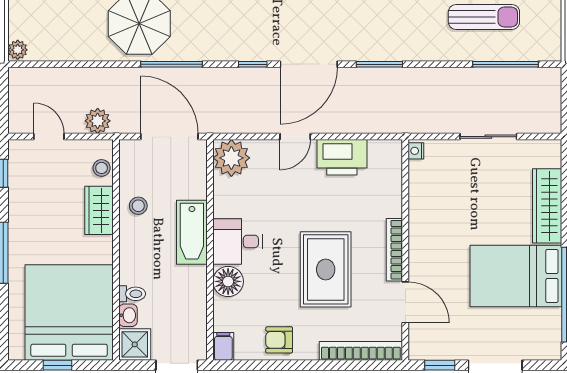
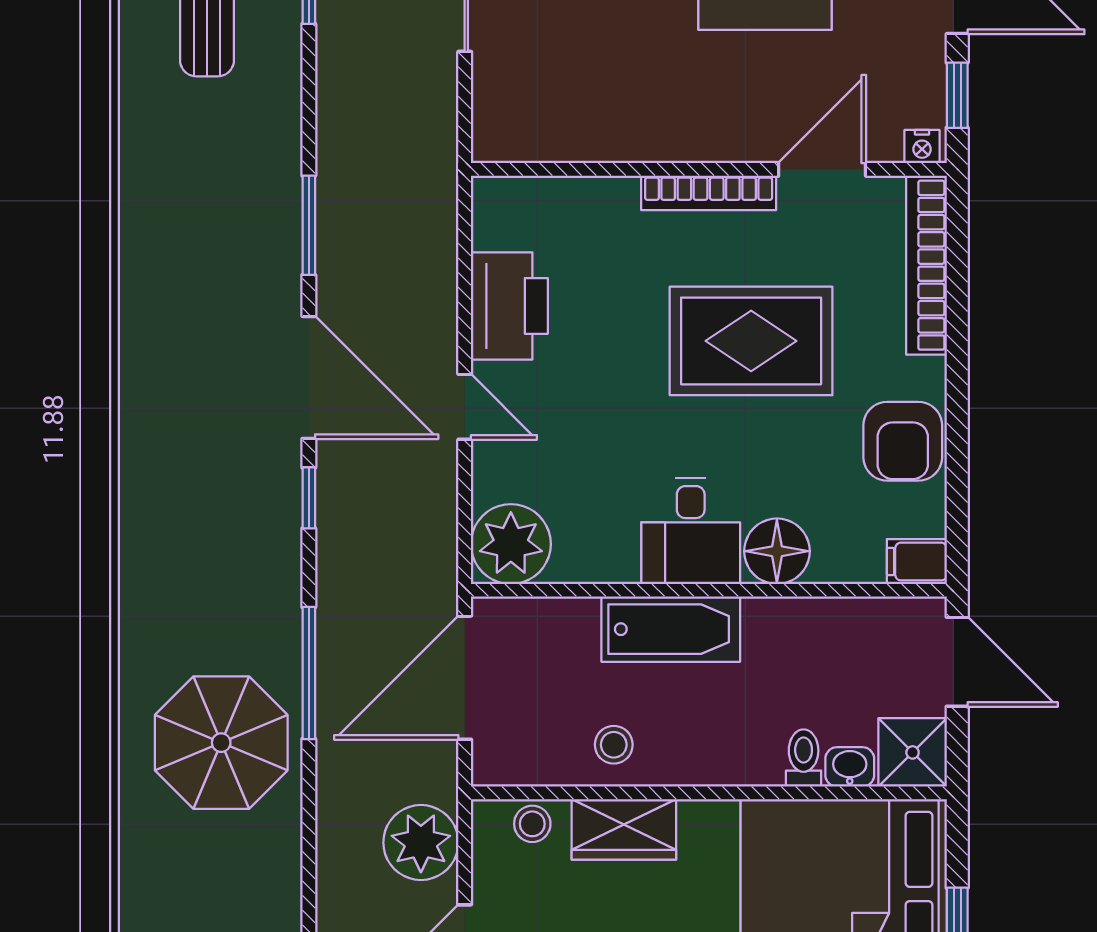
plant: (98, 121) -> (421, 843), width x1.36, depth x1.36
nightstand: (416, 151) -> (922, 147), moved
armchair: (279, 340) -> (903, 441), width x1.38, depth x1.38

